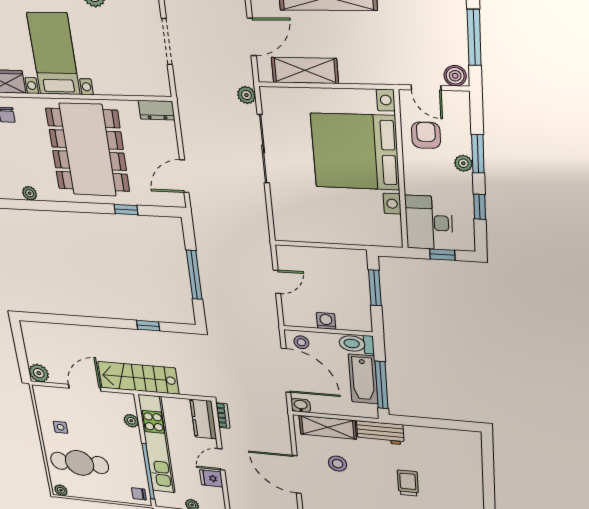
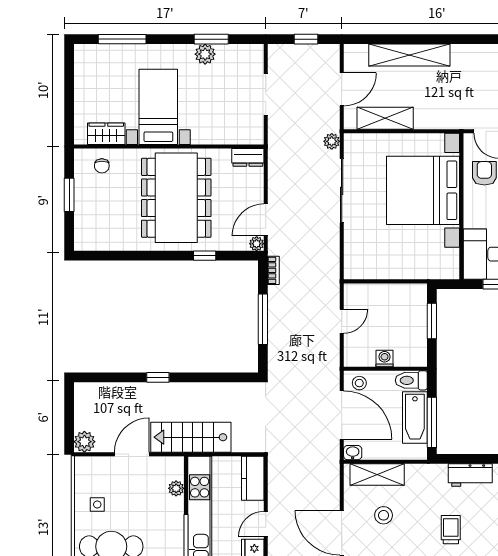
plant: (30, 193) -> (257, 244), moved
window: (148, 326) -> (158, 377), moved
bookcase: (223, 416) -> (273, 270), moved
workbench: (380, 433) -> (470, 475), moved

